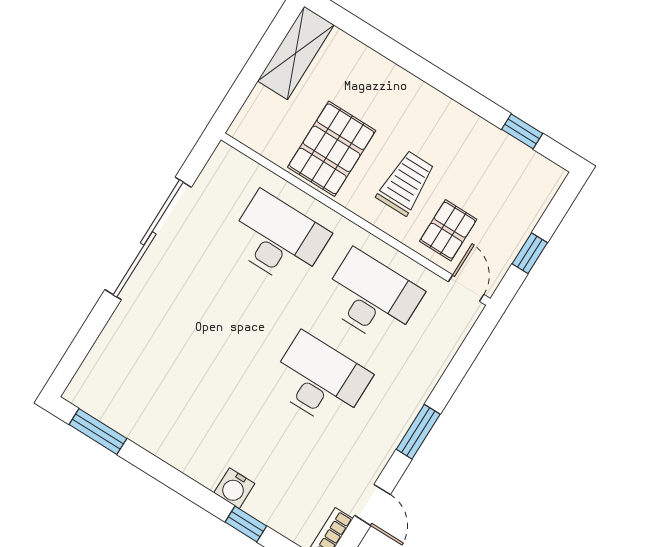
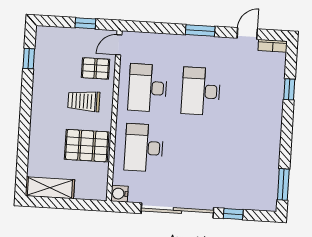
window: (94, 325) -> (233, 214), added
water cooler: (234, 488) -> (120, 194), moved, turned 180

